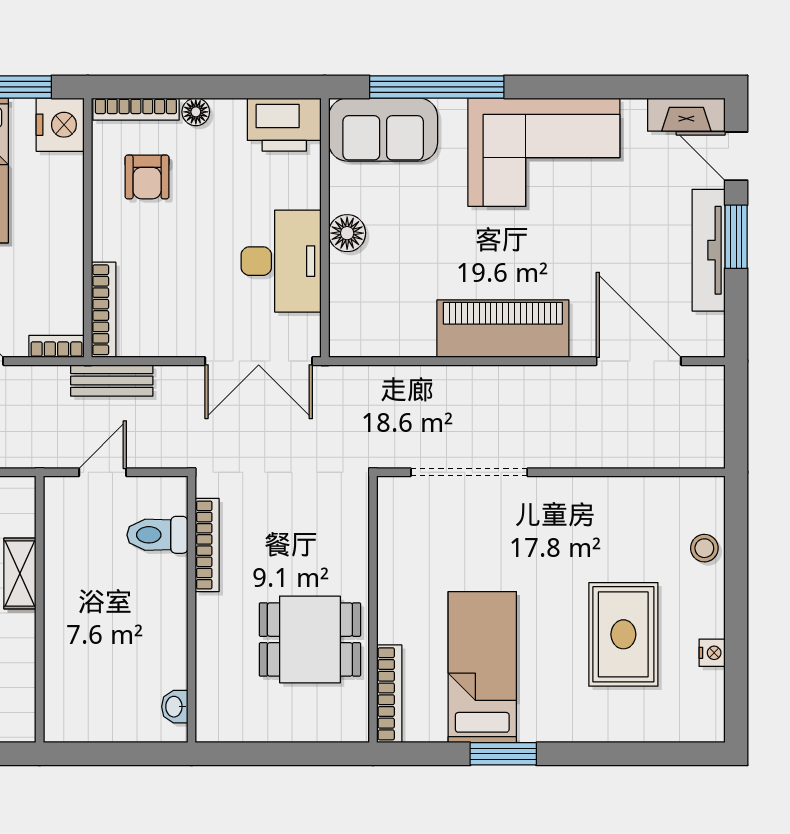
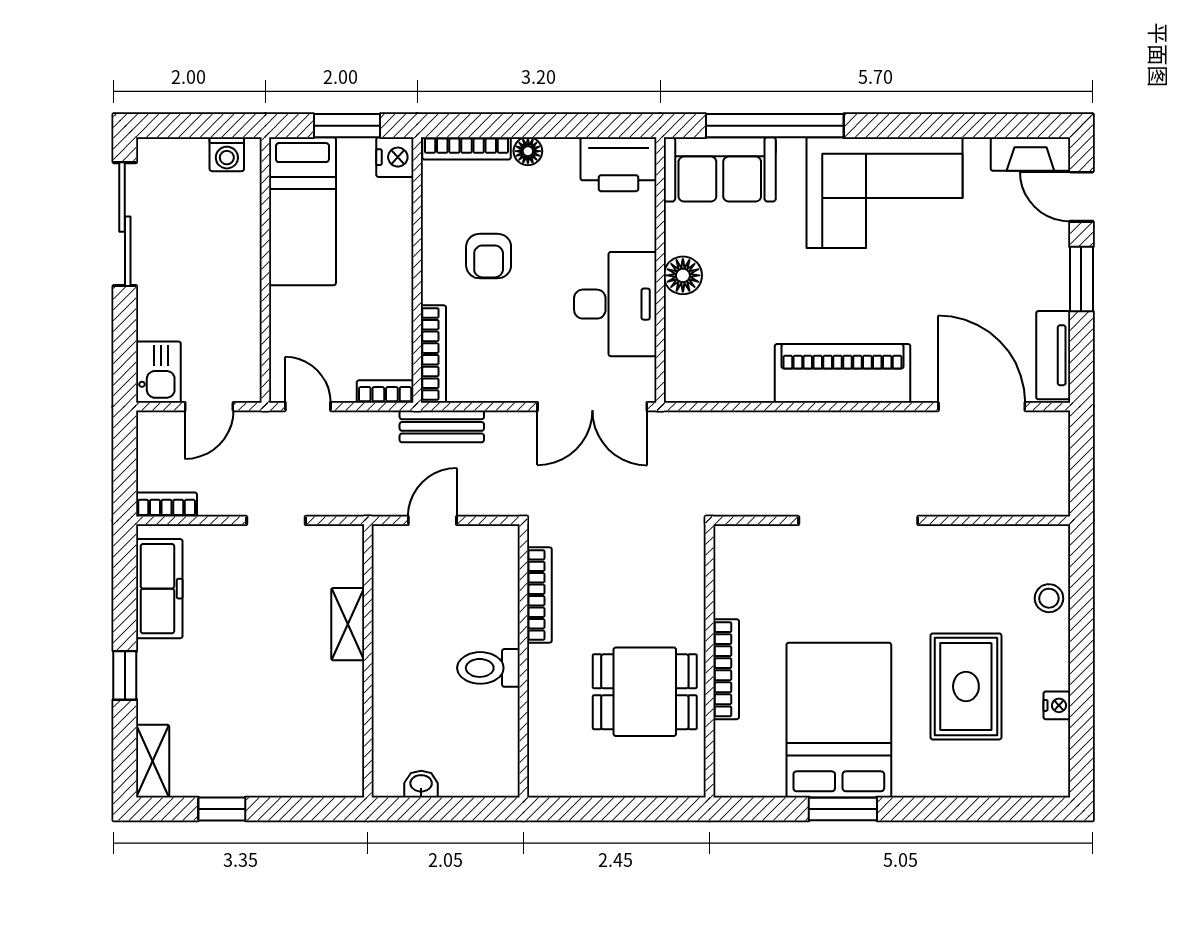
nightstand: (60, 125) -> (395, 157), width x0.74, depth x0.75
armchair: (147, 177) -> (489, 256), moved
tv unit: (709, 250) -> (1053, 355), moved, width x0.71
doorway: (469, 472) -> (858, 520), moved
toilet: (157, 535) -> (488, 668), moved
bed: (482, 667) -> (839, 720), width x1.50
bookcase: (389, 694) -> (726, 669), moved
washbasin: (175, 707) -> (421, 784), moved, turned 90

